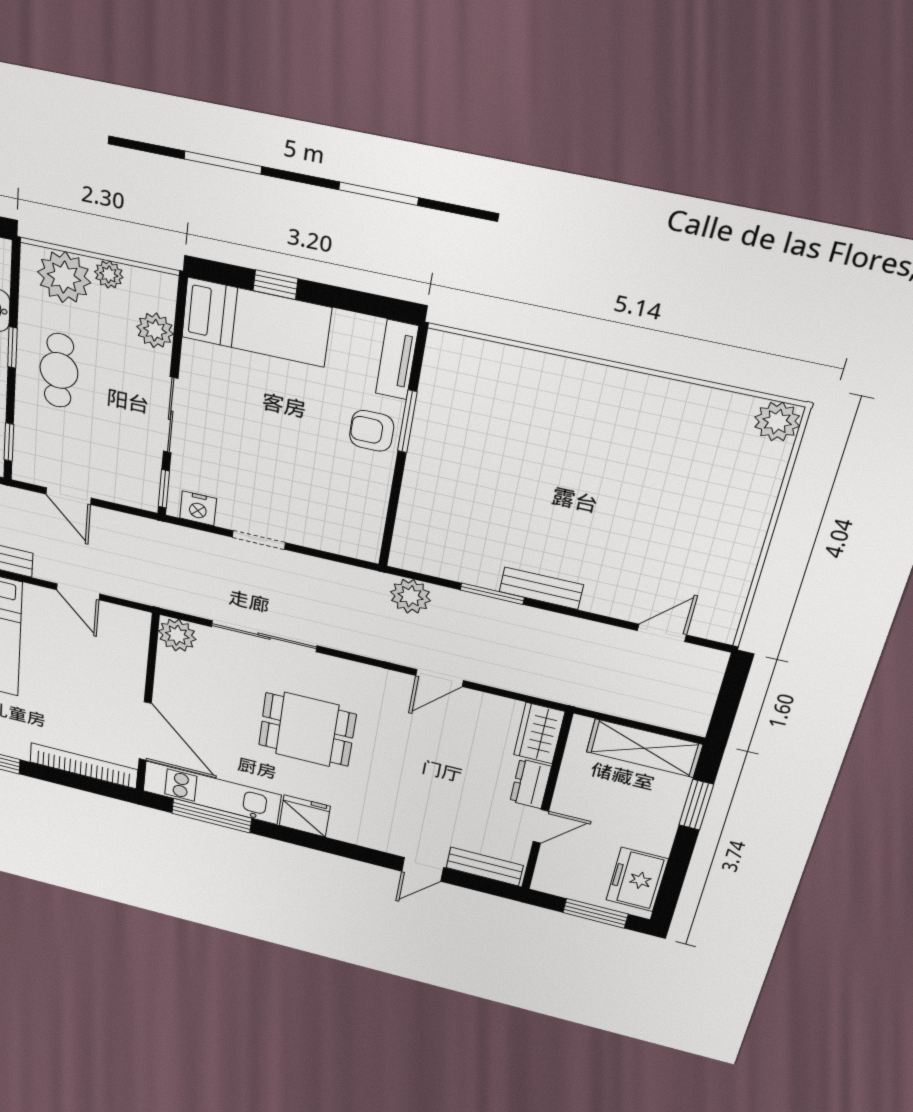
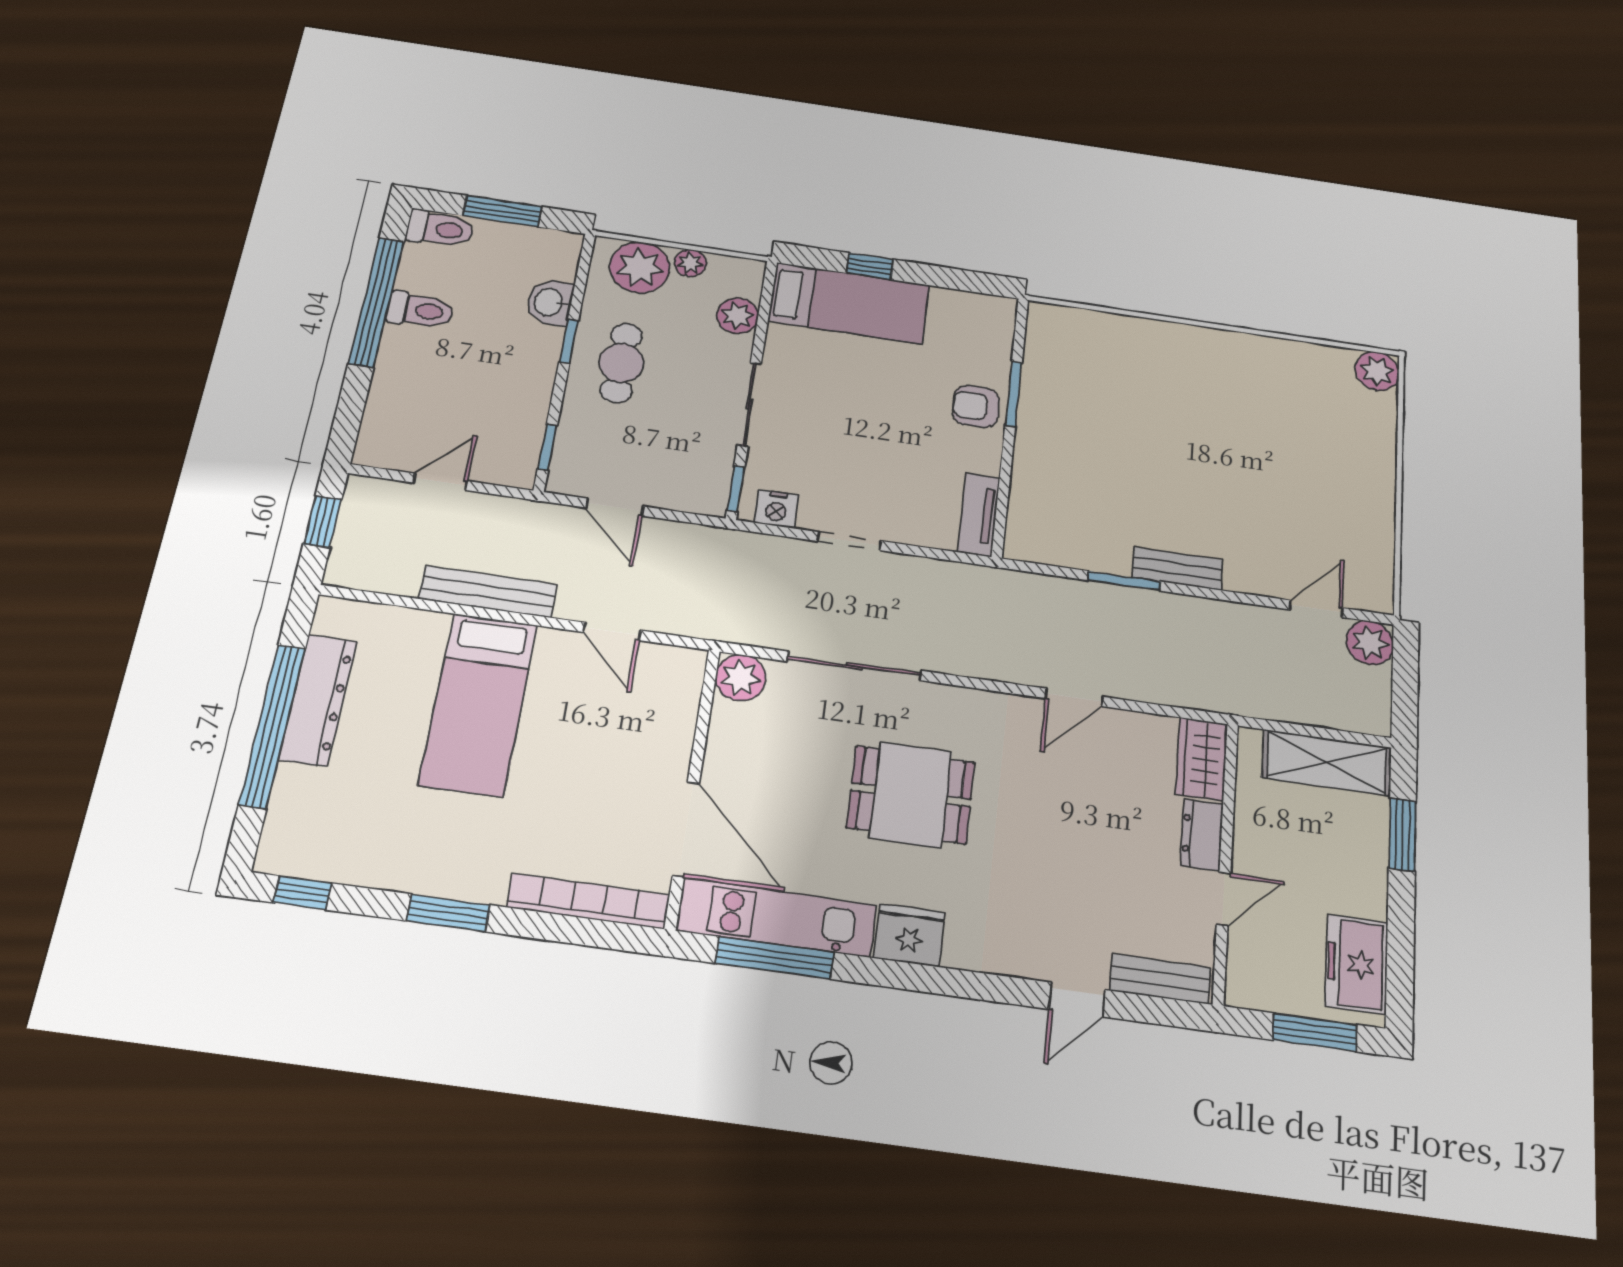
tv unit: (397, 360) -> (979, 515), moved
plant: (410, 596) -> (1370, 643), moved

